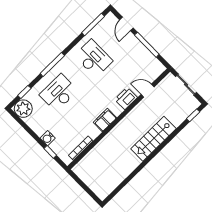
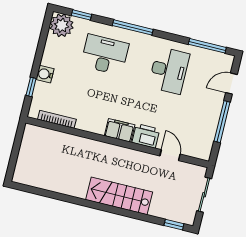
filing cabinet: (105, 120) -> (120, 130), moved

